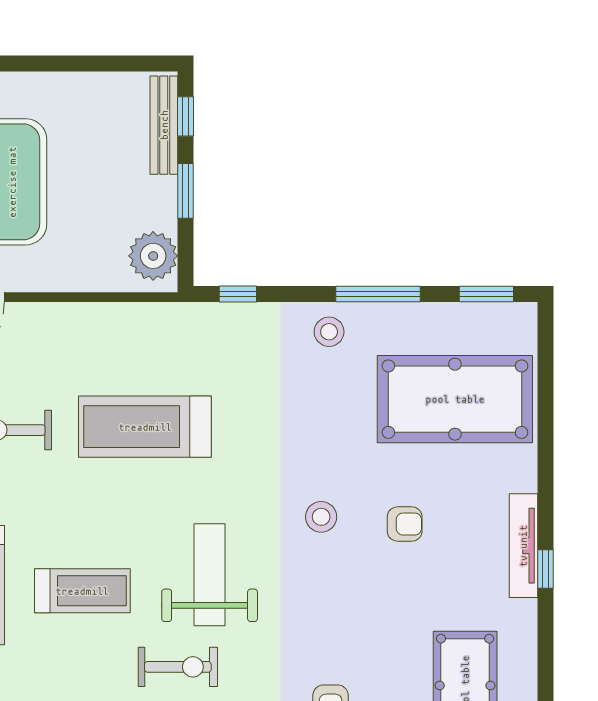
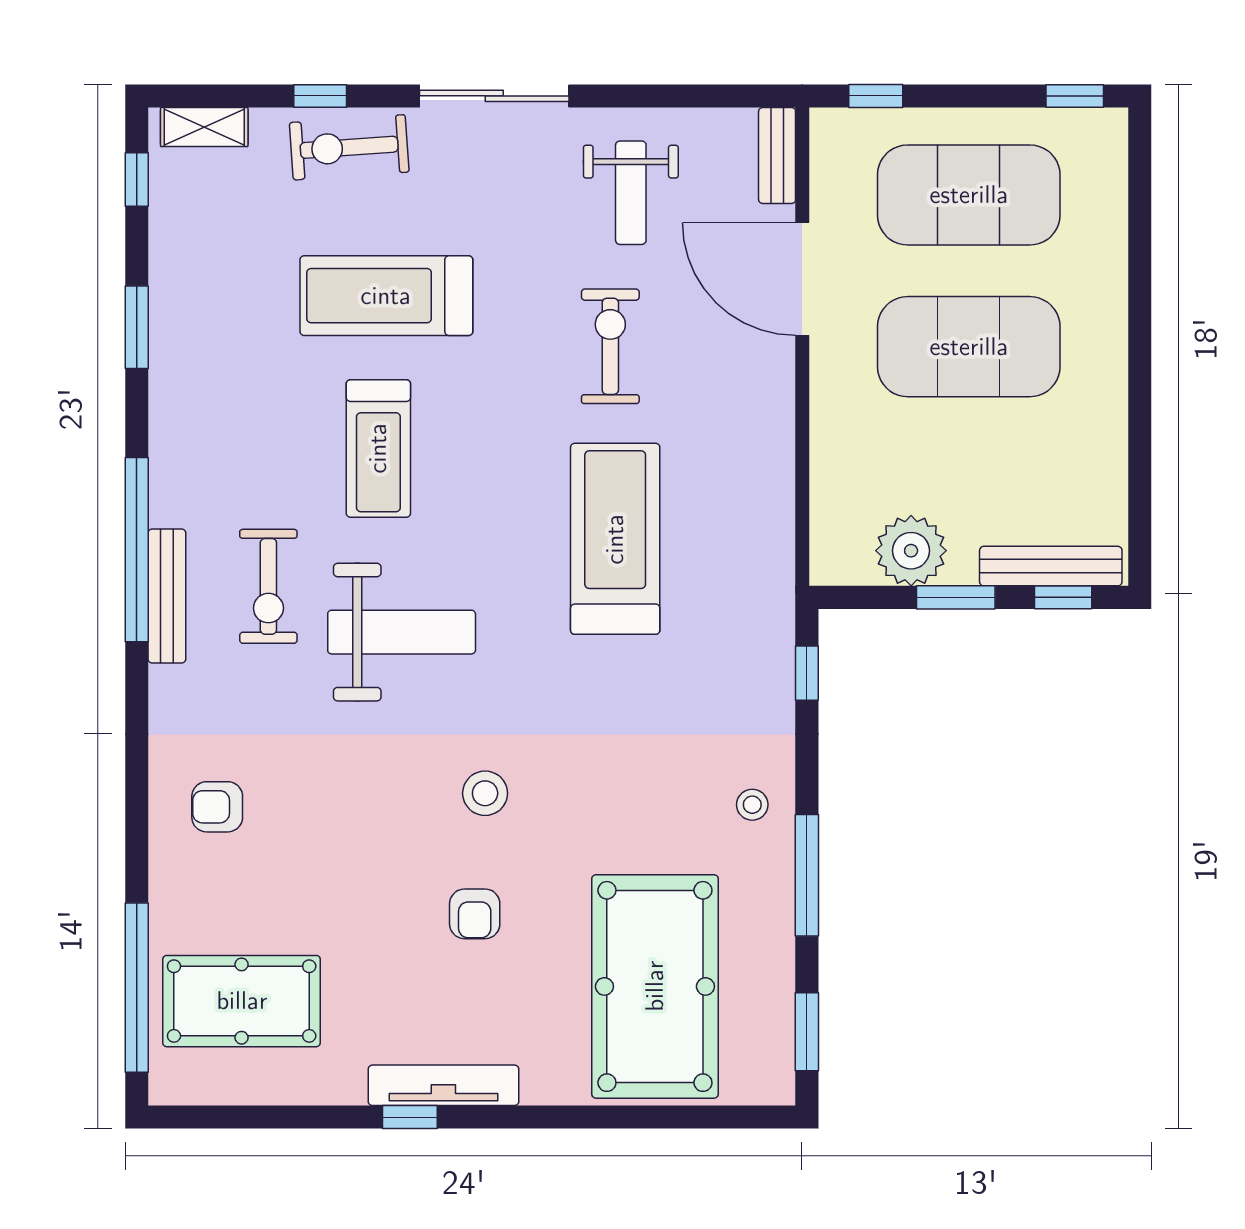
plant: (153, 256) -> (911, 551), moved
stool: (329, 332) -> (752, 805), width x0.73, depth x0.73

